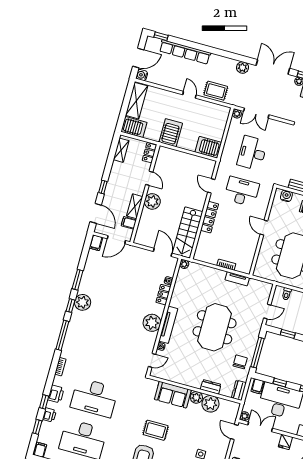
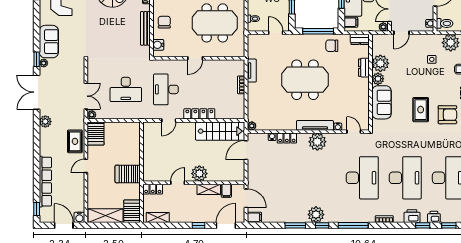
server rack: (208, 147) -> (96, 134), moved
desk: (106, 356) -> (362, 178), added

